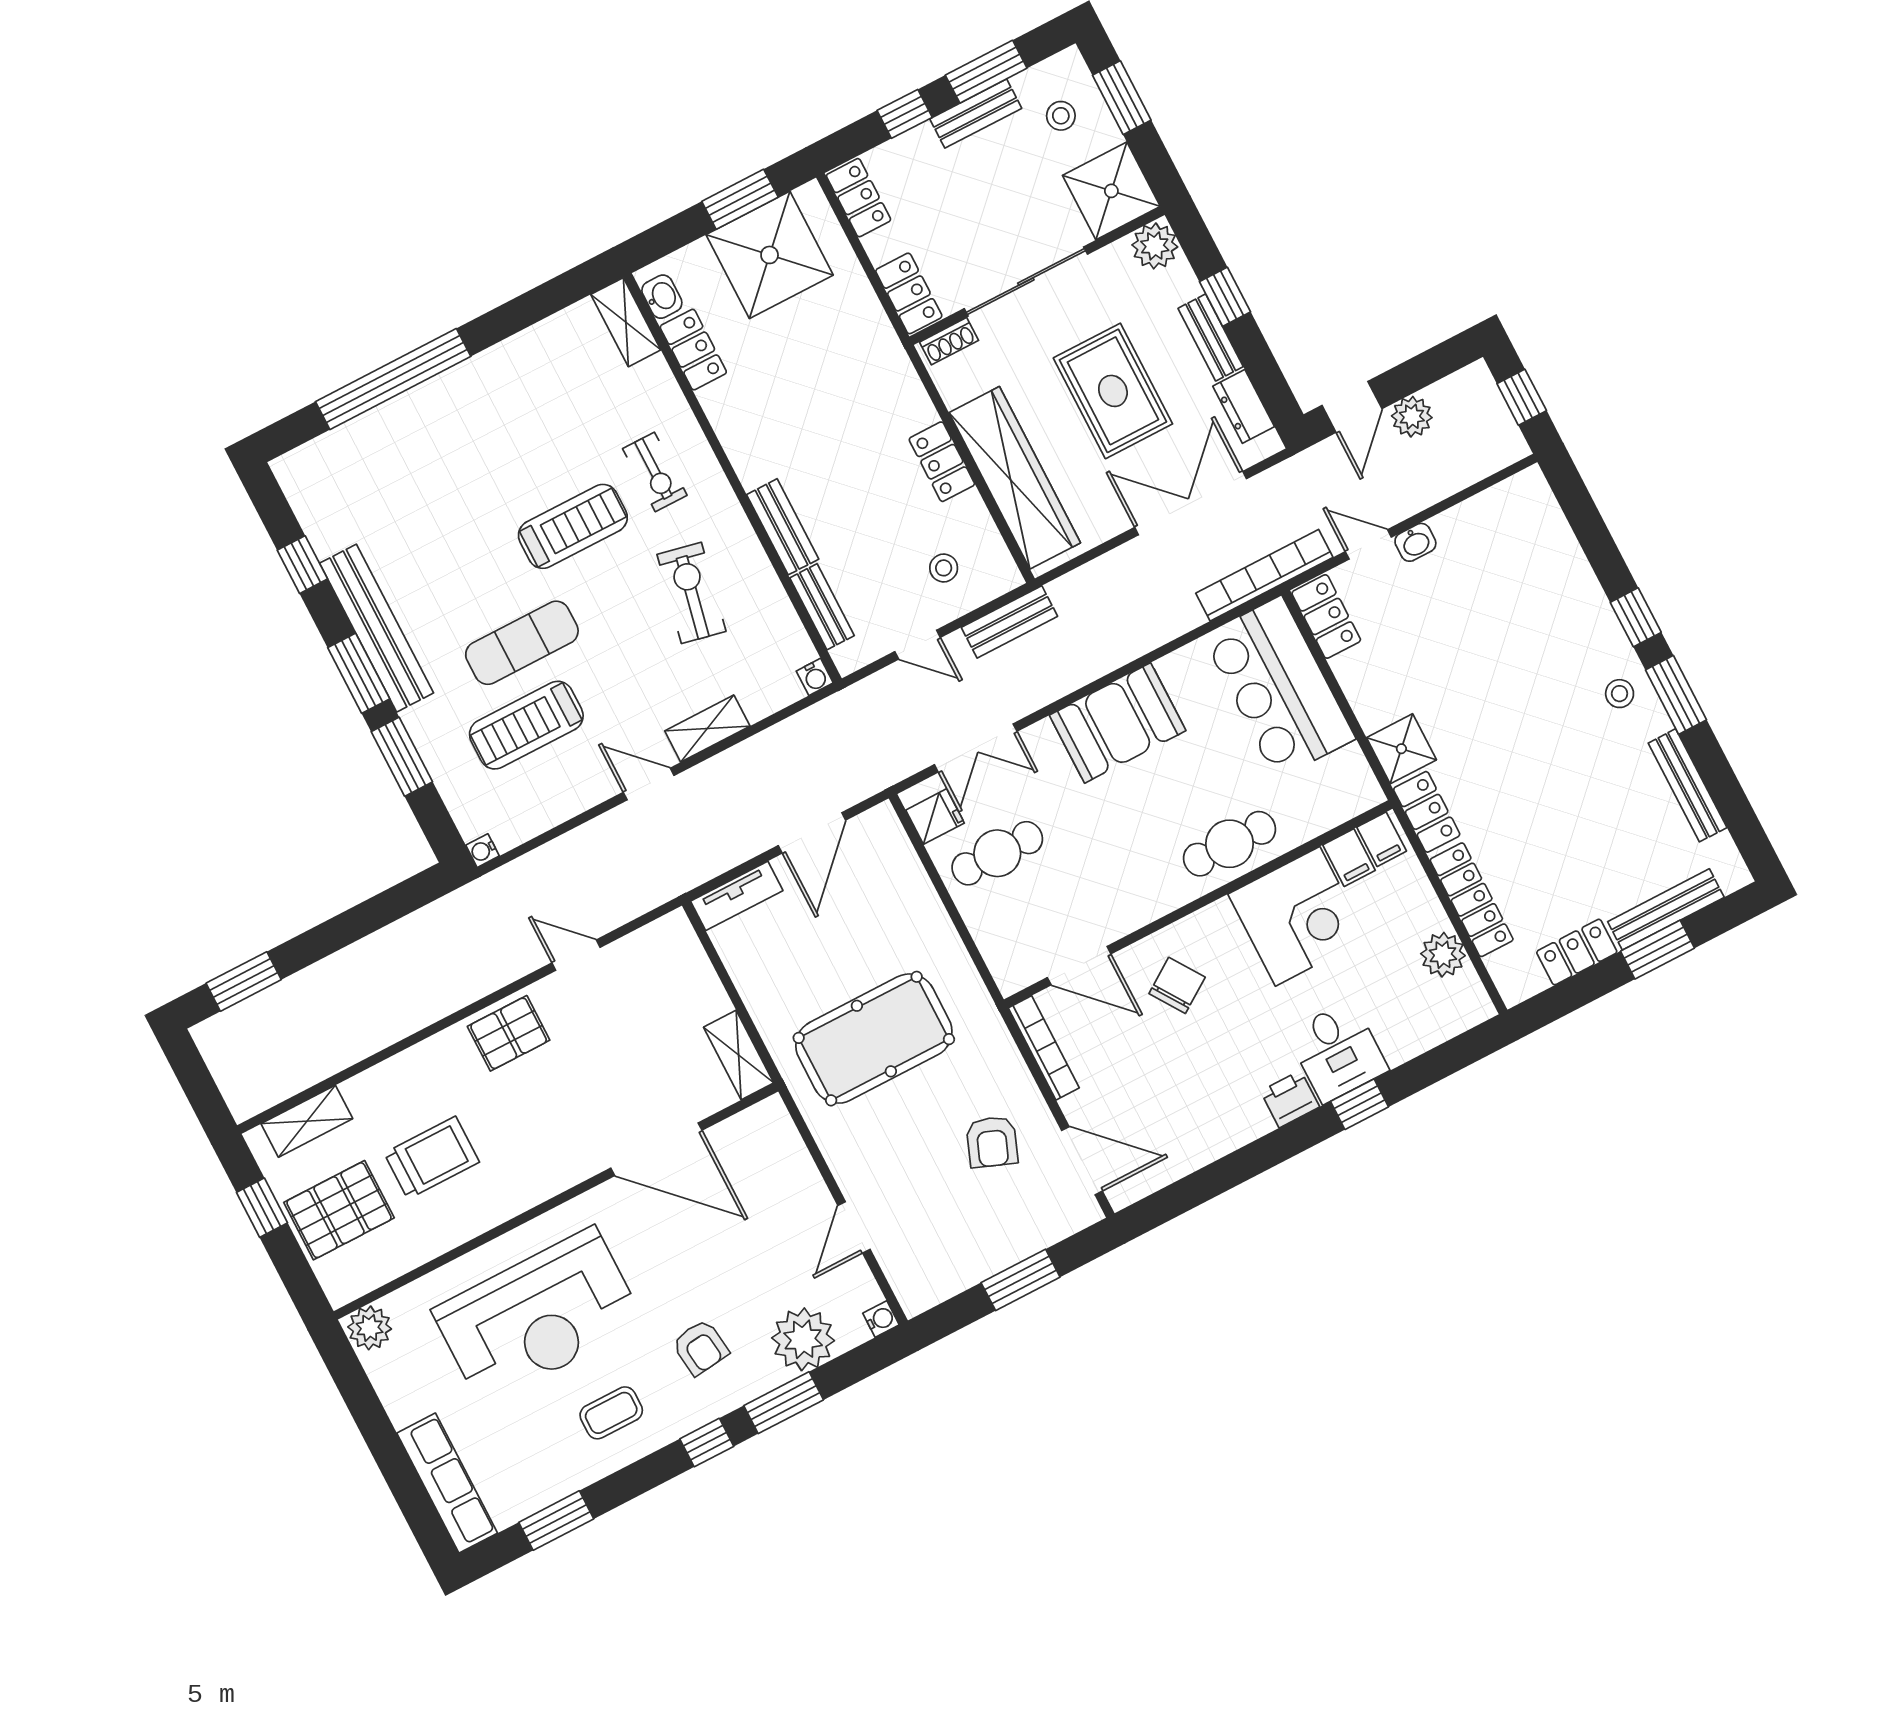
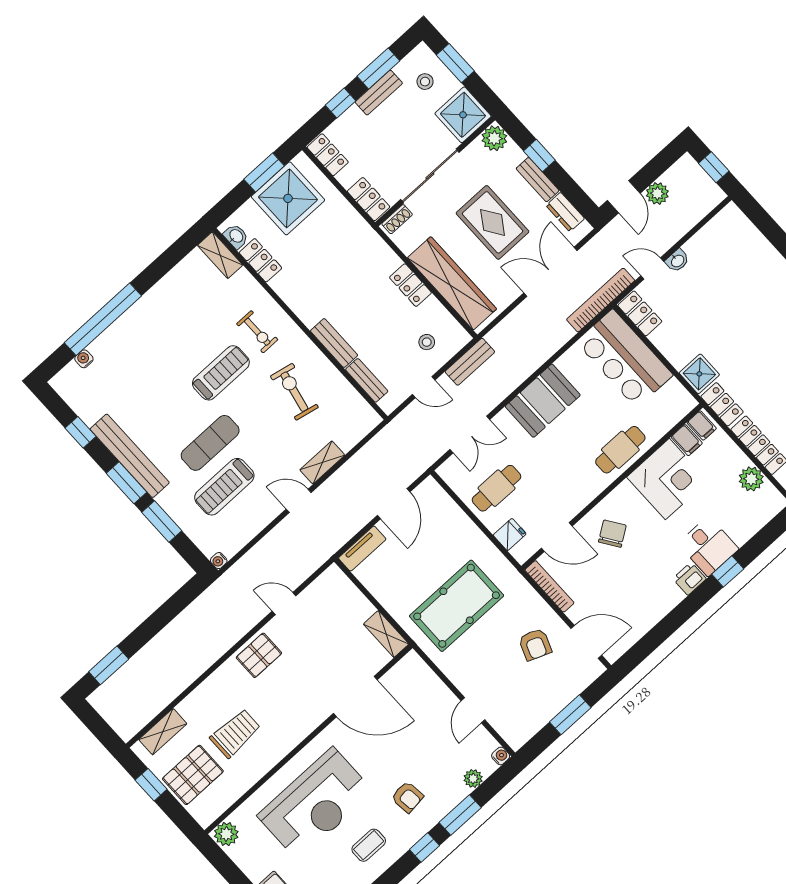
water cooler: (815, 677) -> (84, 359), moved, turned 180
fridge: (935, 817) -> (510, 534), moved
plant: (803, 1339) -> (473, 779), width x0.53, depth x0.53

